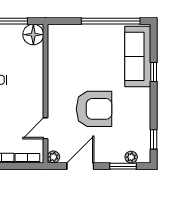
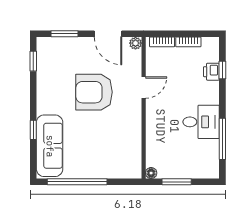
floor lamp: (33, 35) -> (151, 173), width x0.53, depth x0.53
door: (45, 128) -> (144, 87), moved
plant: (131, 157) -> (56, 43), removed
door: (80, 166) -> (108, 34), hinge flipped

